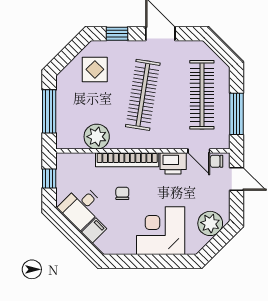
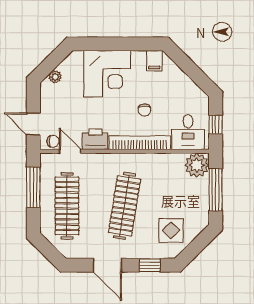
plant: (97, 137) -> (197, 165), moved
desk: (81, 207) -> (188, 132), moved, turned 135
plant: (210, 223) -> (55, 77), width x0.53, depth x0.53
filing cabinet: (94, 230) -> (154, 61), moved, turned -45

